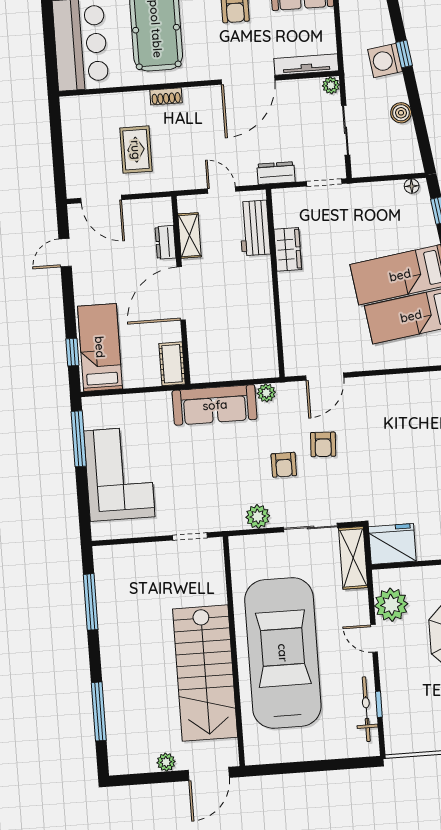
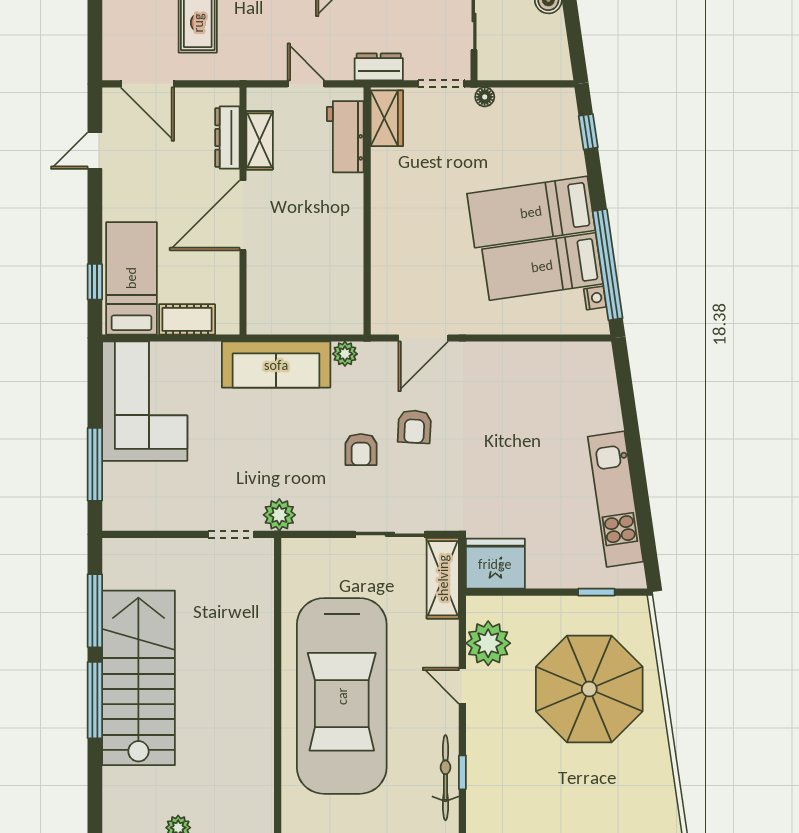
floor lamp: (412, 186) -> (485, 97), moved
dresser: (165, 242) -> (227, 138), width x1.44
wardrobe: (288, 249) -> (387, 118), moved
cot: (172, 364) -> (187, 319), moved, turned 90
window: (79, 439) -> (95, 464), moved
corner sofa: (119, 474) -> (145, 401), moved
plant: (258, 517) -> (279, 515), moved
car: (283, 653) -> (342, 696), turned 180
stairs: (205, 673) -> (138, 678), moved, turned 180
window: (99, 711) -> (95, 700), moved

